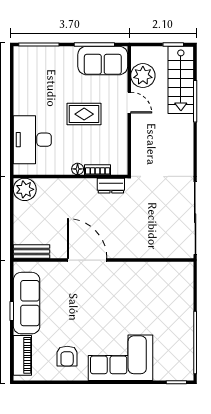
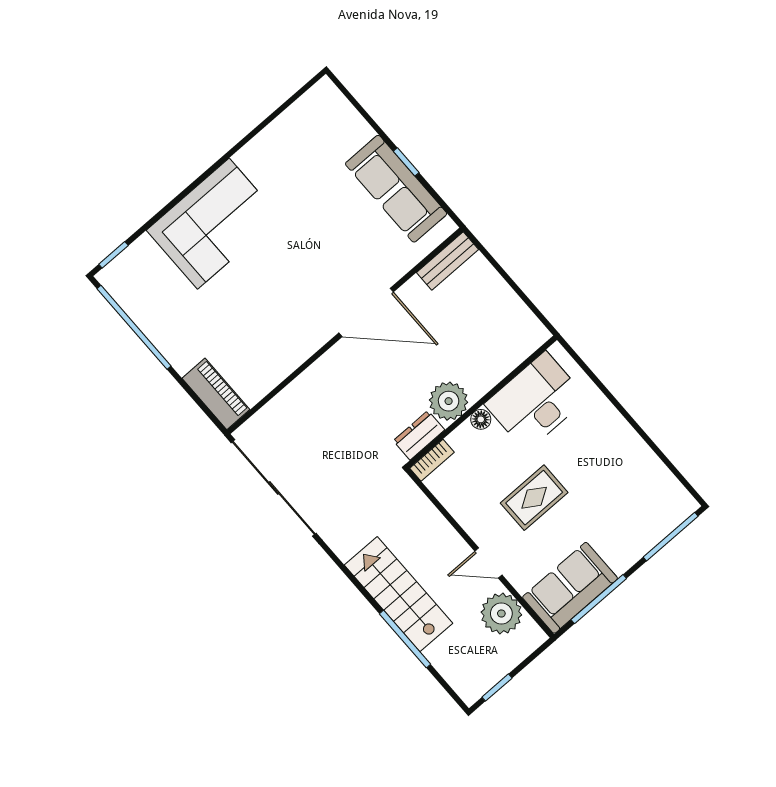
stairs: (181, 80) -> (398, 594), moved
desk: (32, 140) -> (536, 401), moved, turned -90
bookcase: (98, 170) -> (432, 460), moved
plant: (25, 189) -> (449, 401), moved
piano: (22, 355) -> (216, 394), moved, turned 180
armchair: (67, 356) -> (284, 166), removed

